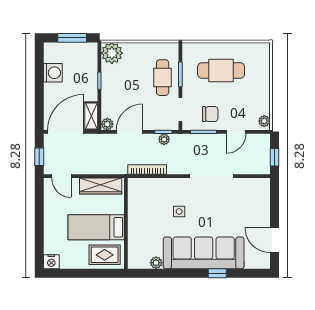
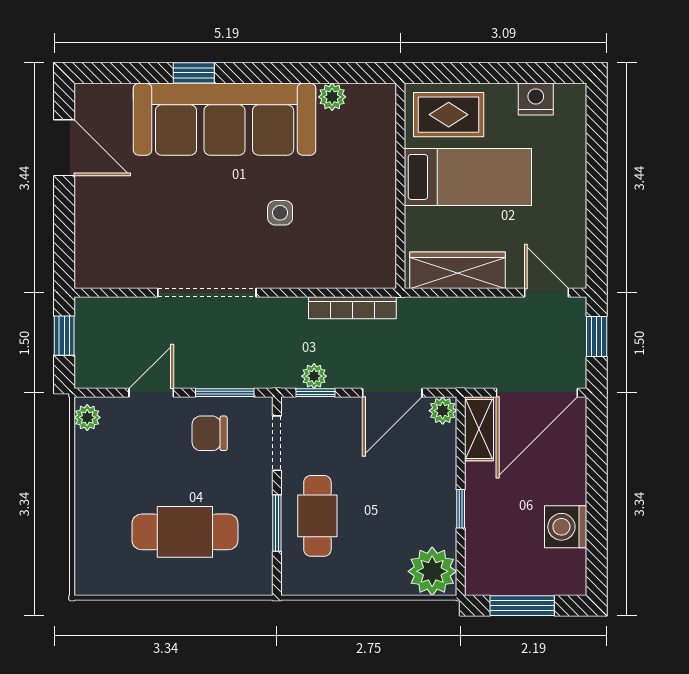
nightstand: (51, 262) -> (536, 99), moved

